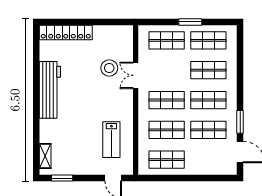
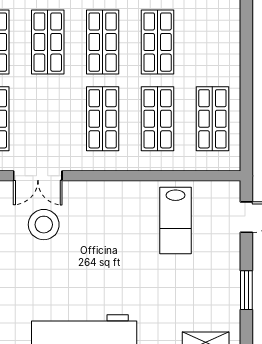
double door: (136, 75) -> (38, 176), moved
lab bench: (111, 140) -> (175, 221), turned 90
window: (62, 178) -> (246, 290), moved

